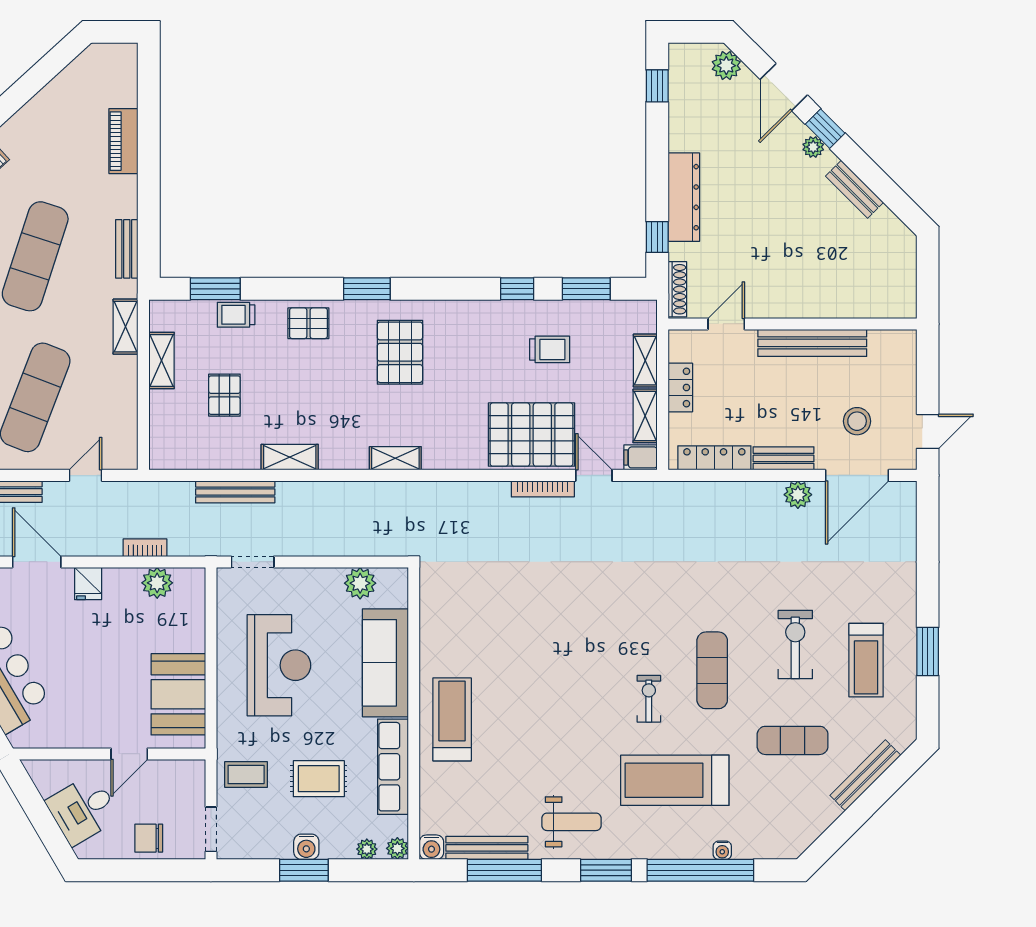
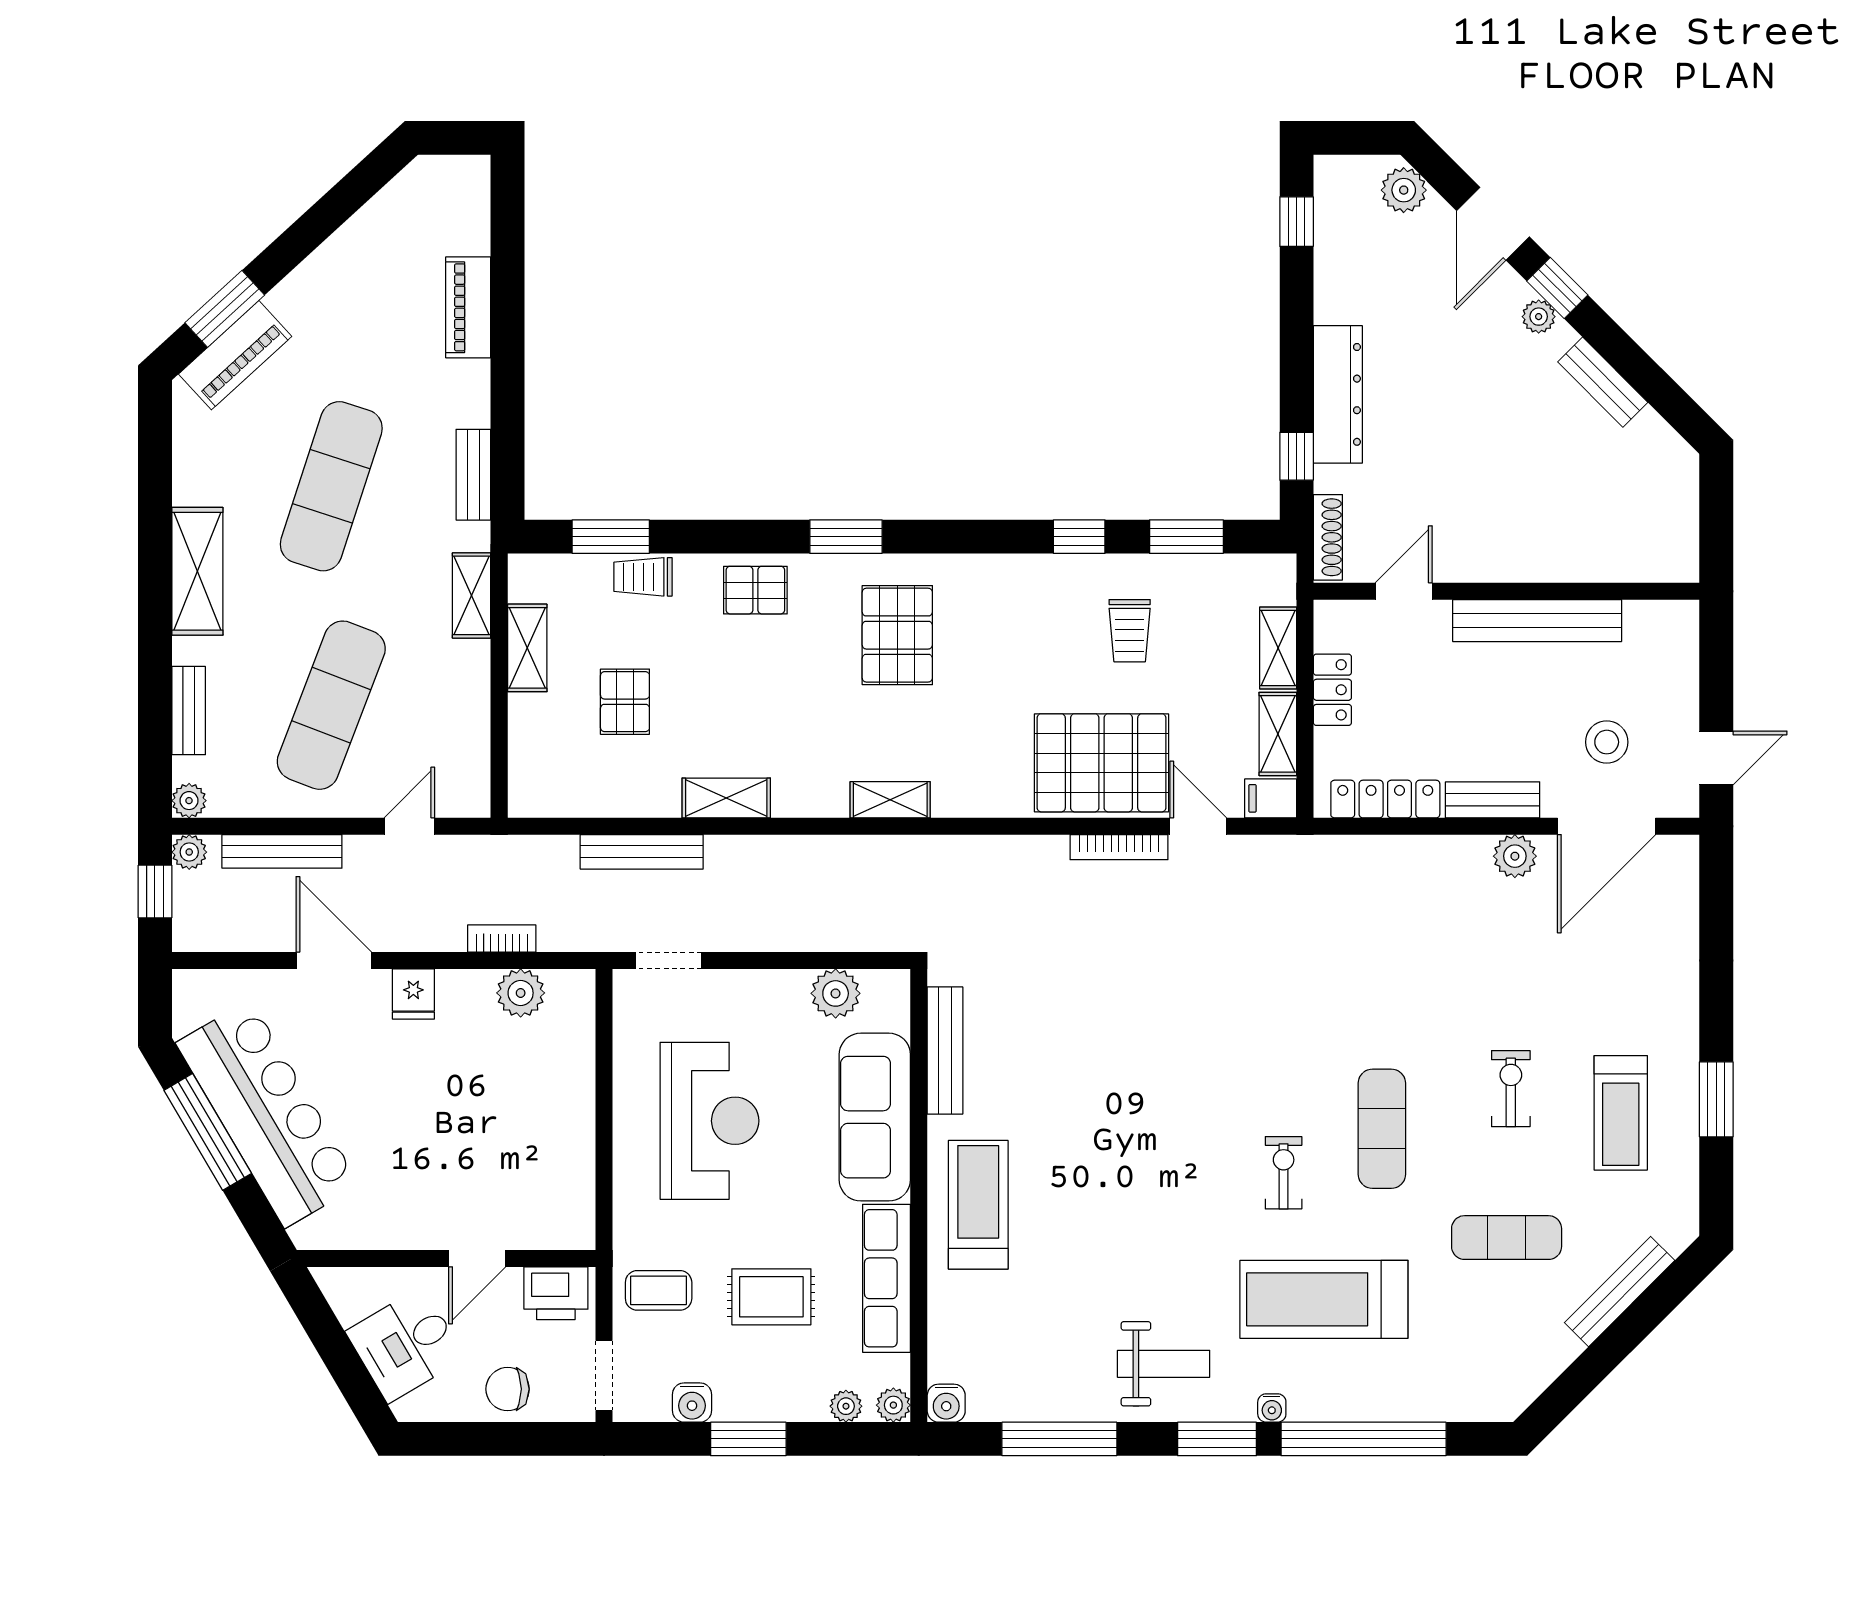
trolley: (550, 349) -> (1130, 631), turned 90
exercise bike: (795, 645) -> (1511, 1089), width x0.73, depth x0.72
booth: (178, 694) -> (553, 1166), removed
printer: (180, 776) -> (556, 1293), added
water cooler: (306, 847) -> (692, 1403), moved
bench: (487, 848) -> (945, 1050), moved, turned 90
water cooler: (722, 850) -> (1272, 1408), moved

